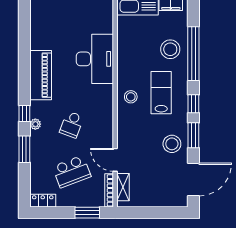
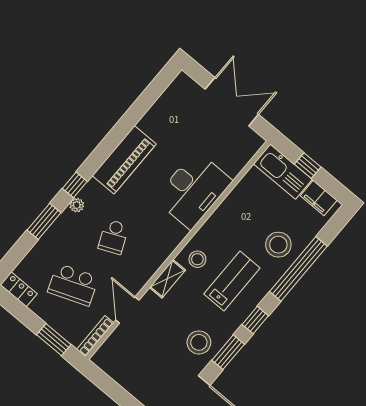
school desk: (72, 125) -> (113, 237), turned -45
shelving: (123, 187) -> (167, 279), moved

